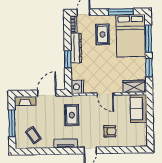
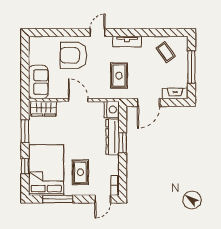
window: (148, 39) -> (25, 166), width x0.46
dresser: (76, 48) -> (113, 137), moved
armchair: (110, 131) -> (73, 55), width x1.88, depth x1.88

